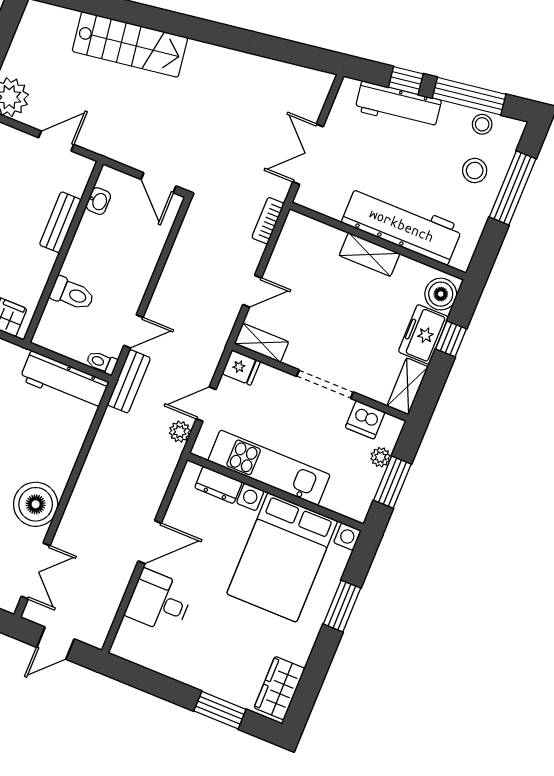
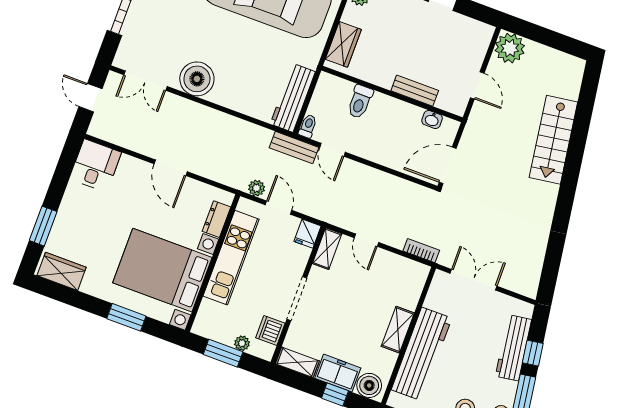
door: (158, 183) -> (448, 165), width x1.38
desk: (159, 602) -> (95, 165), moved

